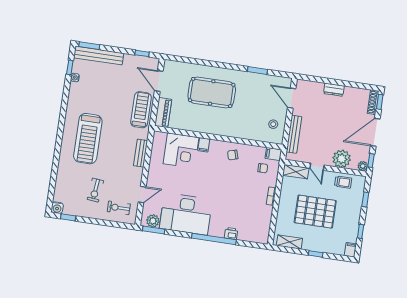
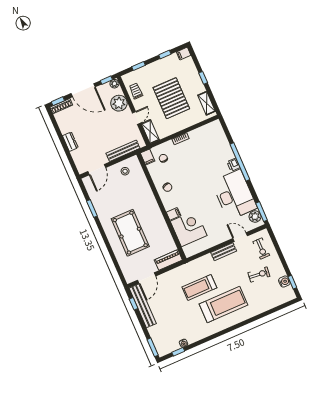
bench: (99, 56) -> (143, 306), moved
treadmill: (141, 110) -> (199, 287), moved
bench: (141, 153) -> (224, 252), moved
water cooler: (57, 208) -> (284, 282), moved
printer: (231, 233) -> (233, 165), moved

